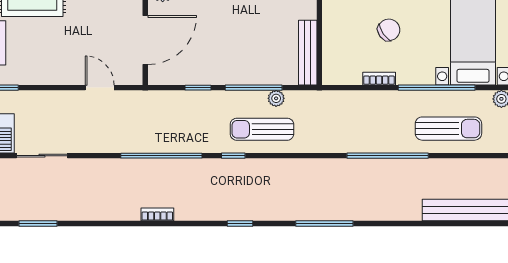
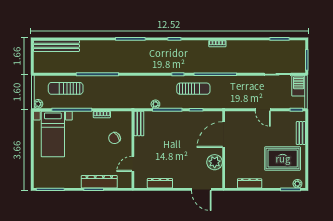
chair: (389, 30) -> (115, 138), moved
bench: (308, 53) -> (139, 123), width x0.73
door: (100, 88) -> (263, 110), moved
sun lounger: (262, 129) -> (193, 89), moved

